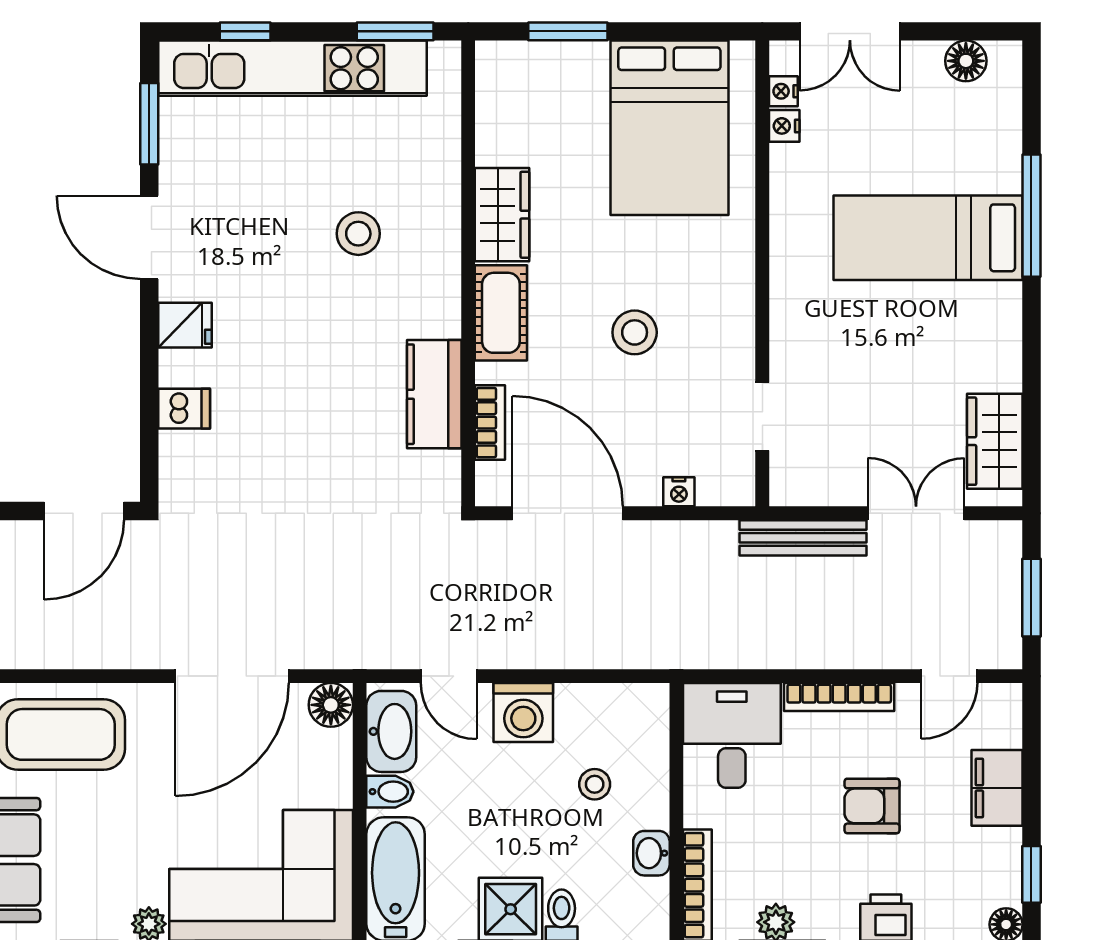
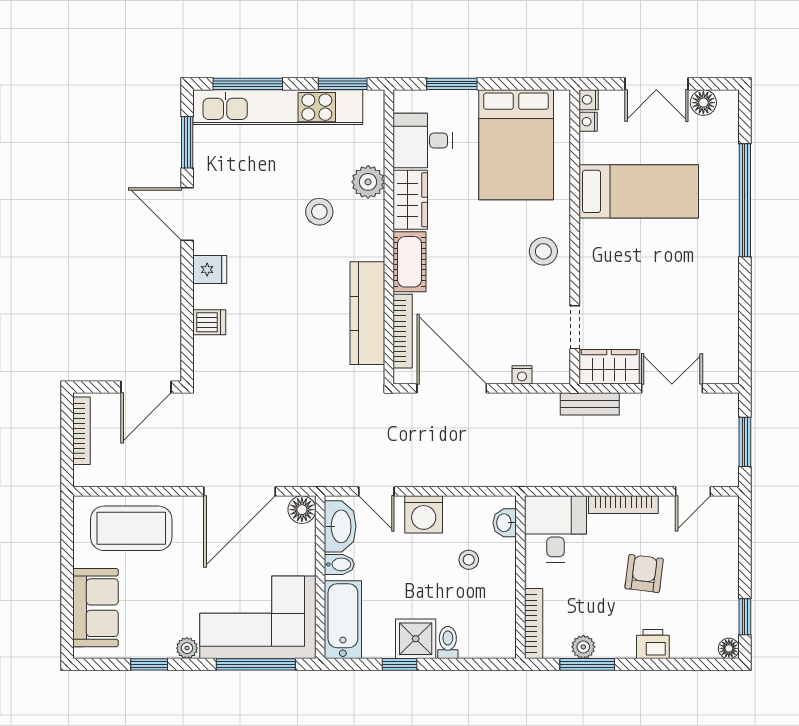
window: (245, 31) -> (248, 84), width x2.17
double door: (850, 31) -> (656, 84), moved
desk: (522, 121) -> (423, 141), added
nightstand: (784, 126) -> (589, 100), moved
plant: (435, 187) -> (368, 182), added
window: (1031, 216) -> (745, 200), width x1.46
bed: (928, 238) -> (639, 191), moved, turned 180
stool: (635, 332) -> (543, 251), moved
kitchen counter: (434, 394) -> (367, 313), width x1.50
bookcase: (490, 423) -> (403, 331), width x1.56
wardrobe: (995, 441) -> (609, 367), moved, turned 90
bench: (803, 538) -> (590, 404), width x0.73
filing cabinet: (997, 788) -> (723, 562), removed
armchair: (872, 806) -> (644, 573), turned 97
washbasin: (651, 853) -> (505, 523), moved

